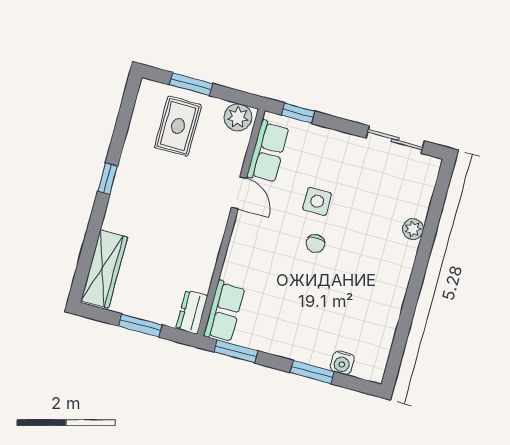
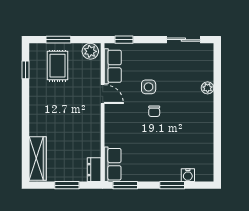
window: (108, 179) -> (26, 70), moved

